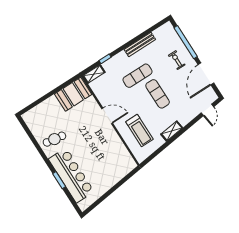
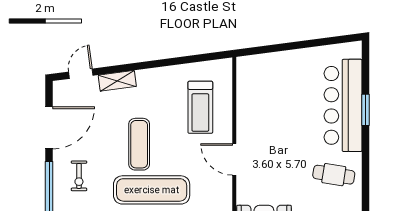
exercise mat: (137, 76) -> (152, 190), width x1.36, depth x1.45
treadmill: (139, 130) -> (200, 107), turned 180
shelving: (172, 131) -> (117, 81), moved

